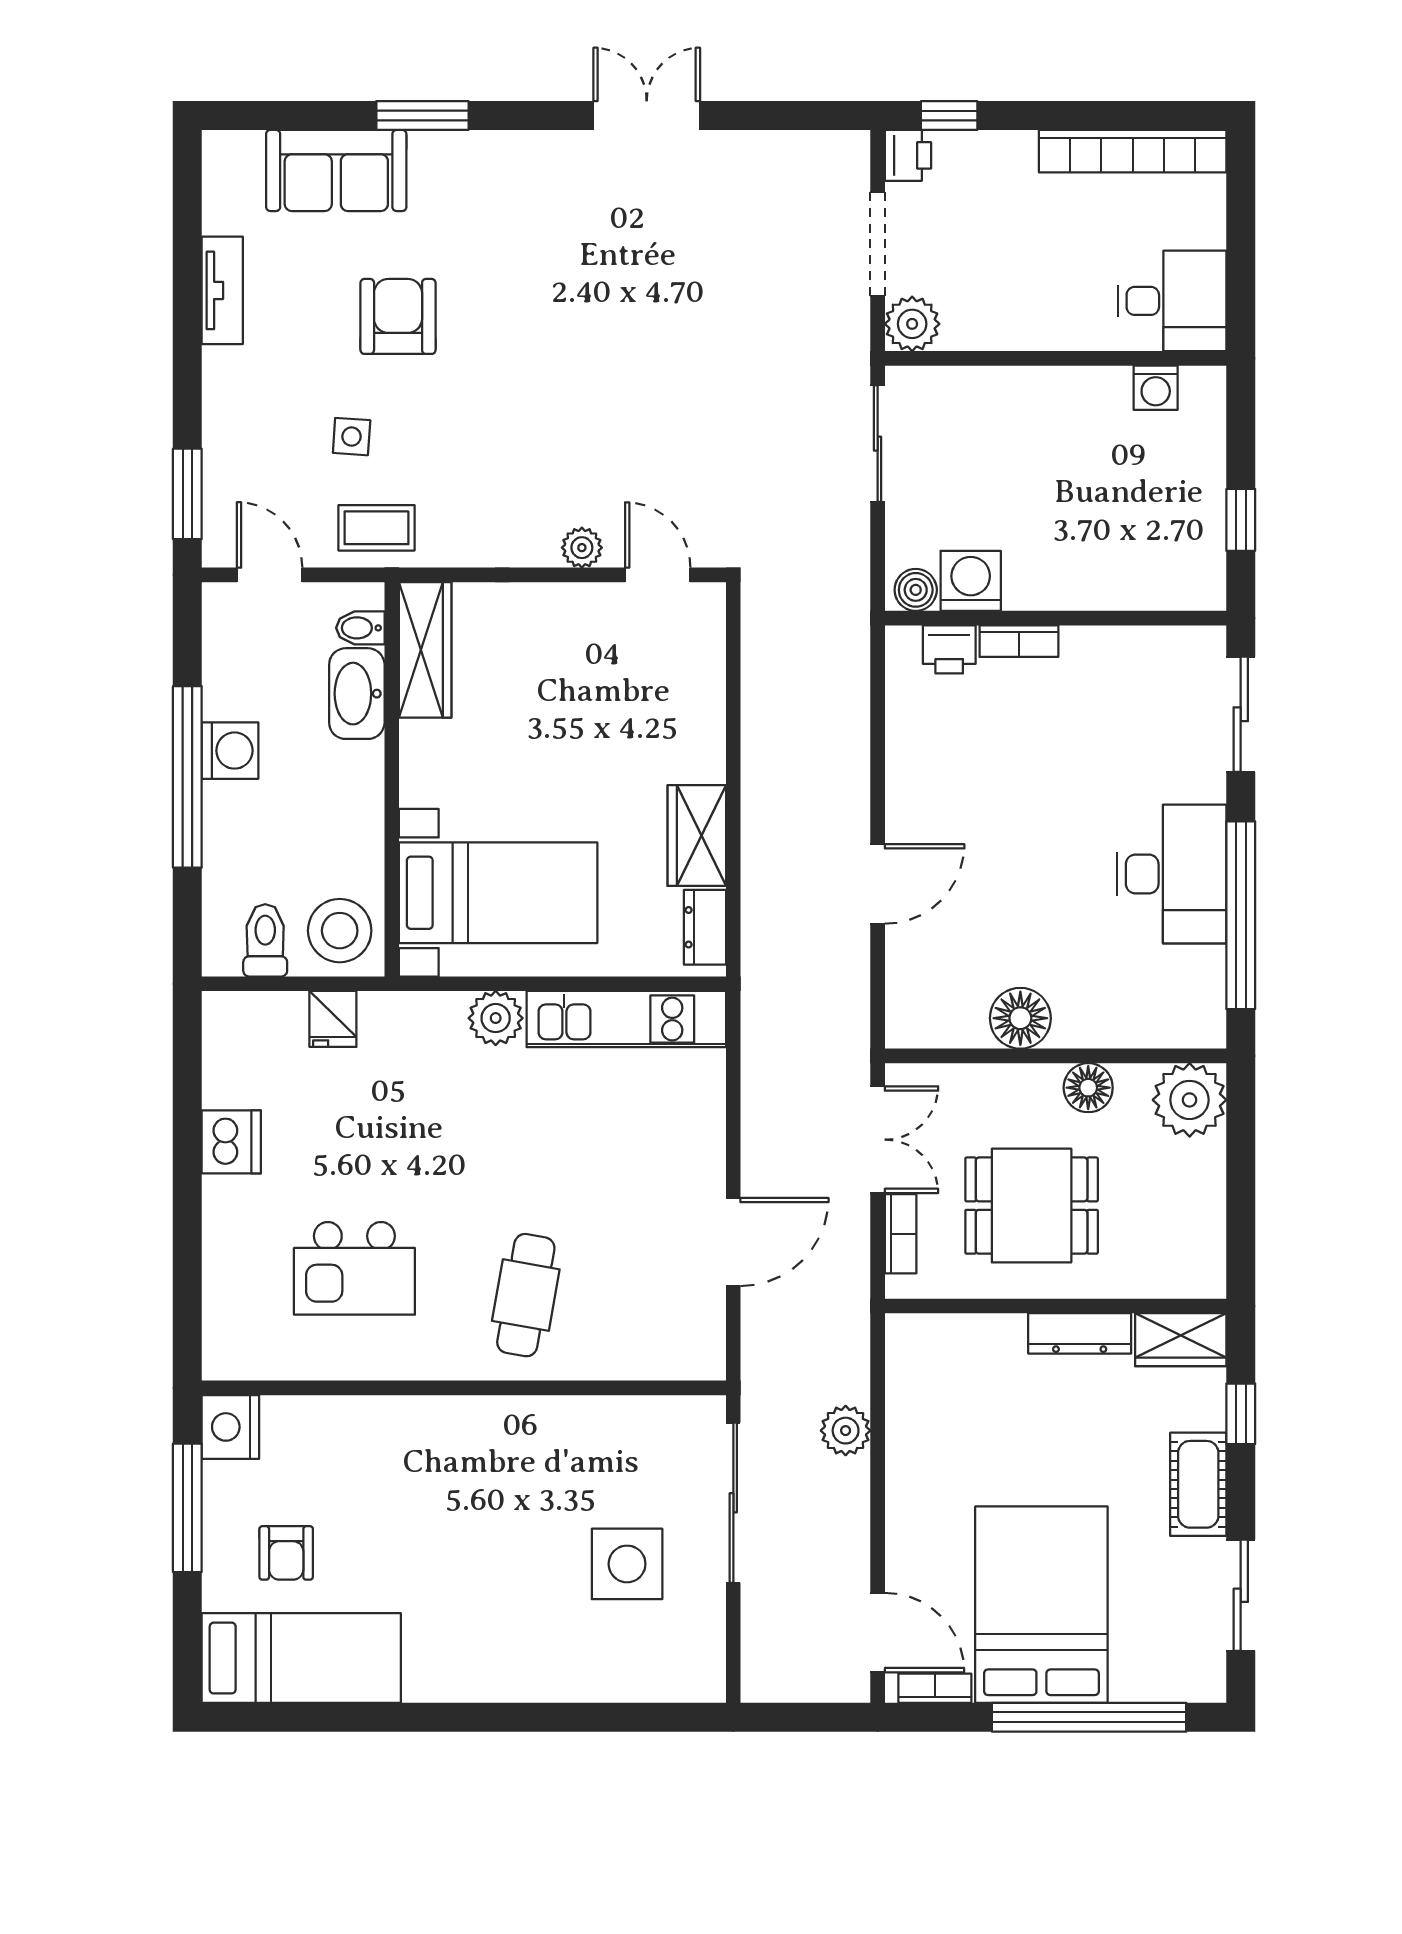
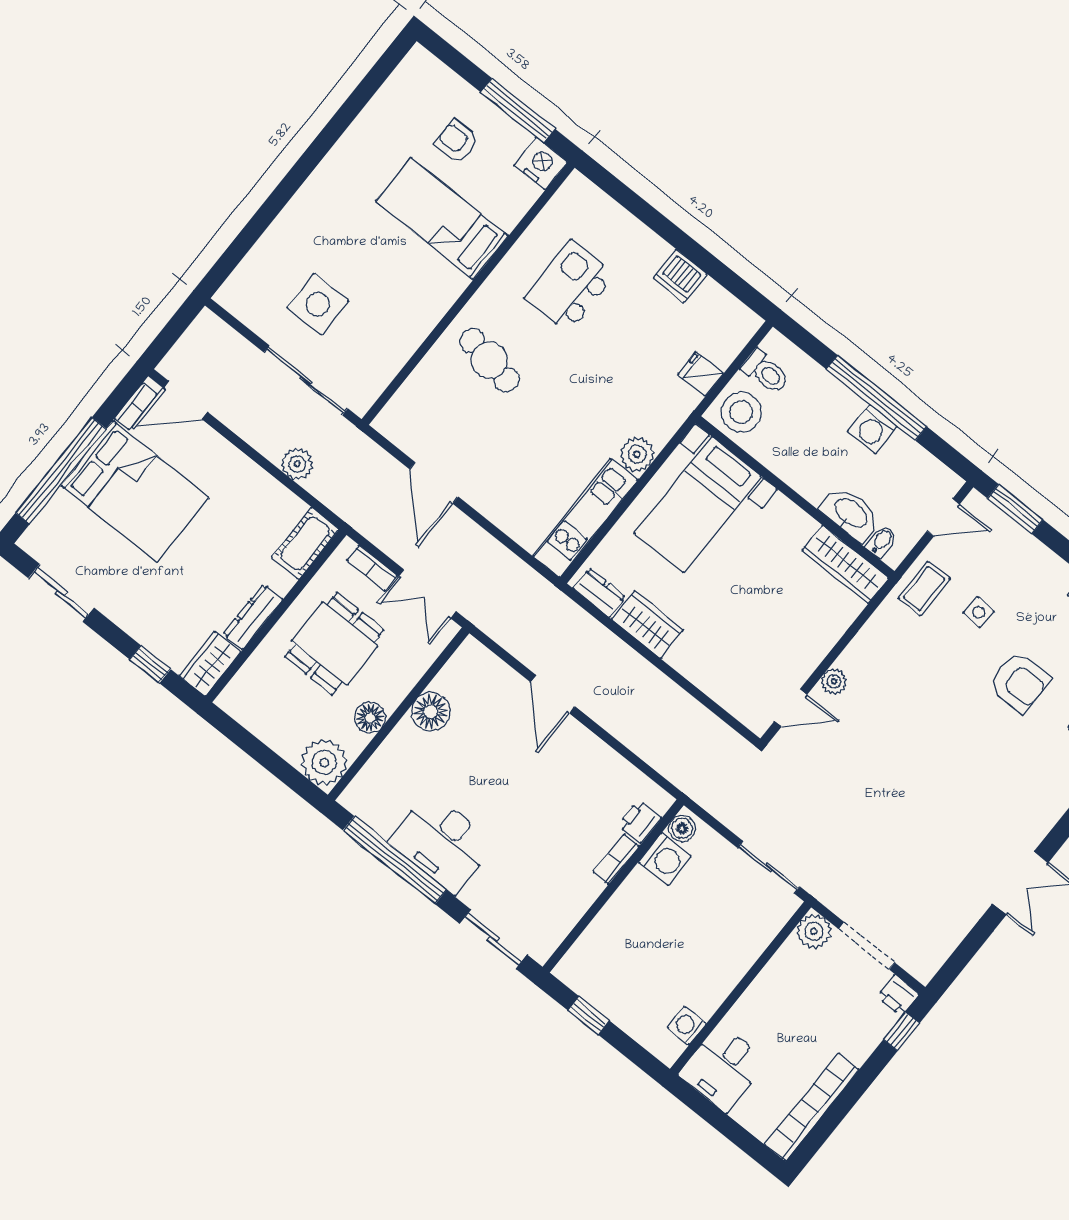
cot: (1198, 1484) -> (305, 543), moved, turned 90
bed: (301, 1658) -> (442, 219), moved, turned 90

